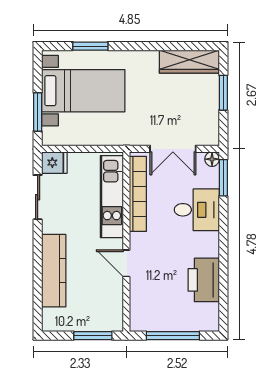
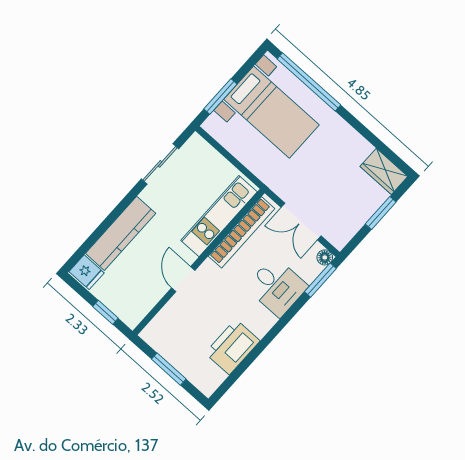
window: (90, 46) -> (309, 82), width x2.11
wardrobe: (189, 62) -> (384, 171), width x0.67
fridge: (54, 163) -> (87, 272), moved
window: (93, 336) -> (106, 312), width x0.67
window: (173, 336) -> (169, 369), width x0.69

